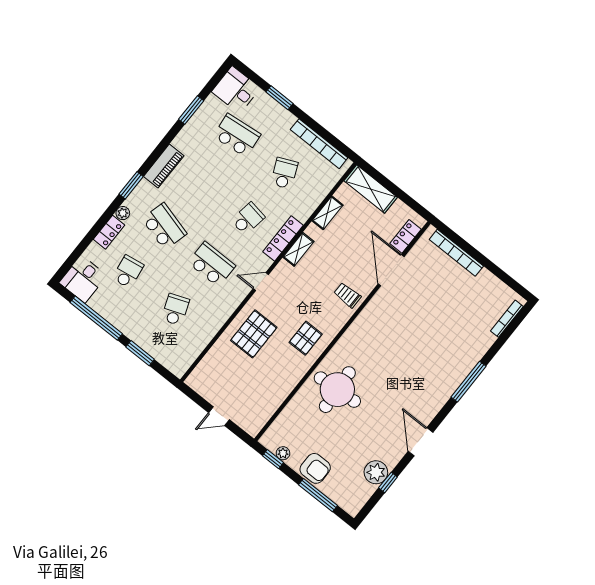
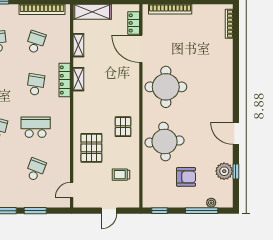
school desk: (284, 173) -> (36, 42), turned 42
door: (261, 282) -> (72, 190), moved
trolley: (347, 295) -> (121, 175), moved
school desk: (175, 310) -> (36, 170), turned 42
round table: (385, 332) -> (166, 87), added
window: (468, 382) -> (236, 77), removed
plant: (283, 453) -> (211, 203), moved
armchair: (315, 468) -> (186, 177), moved

